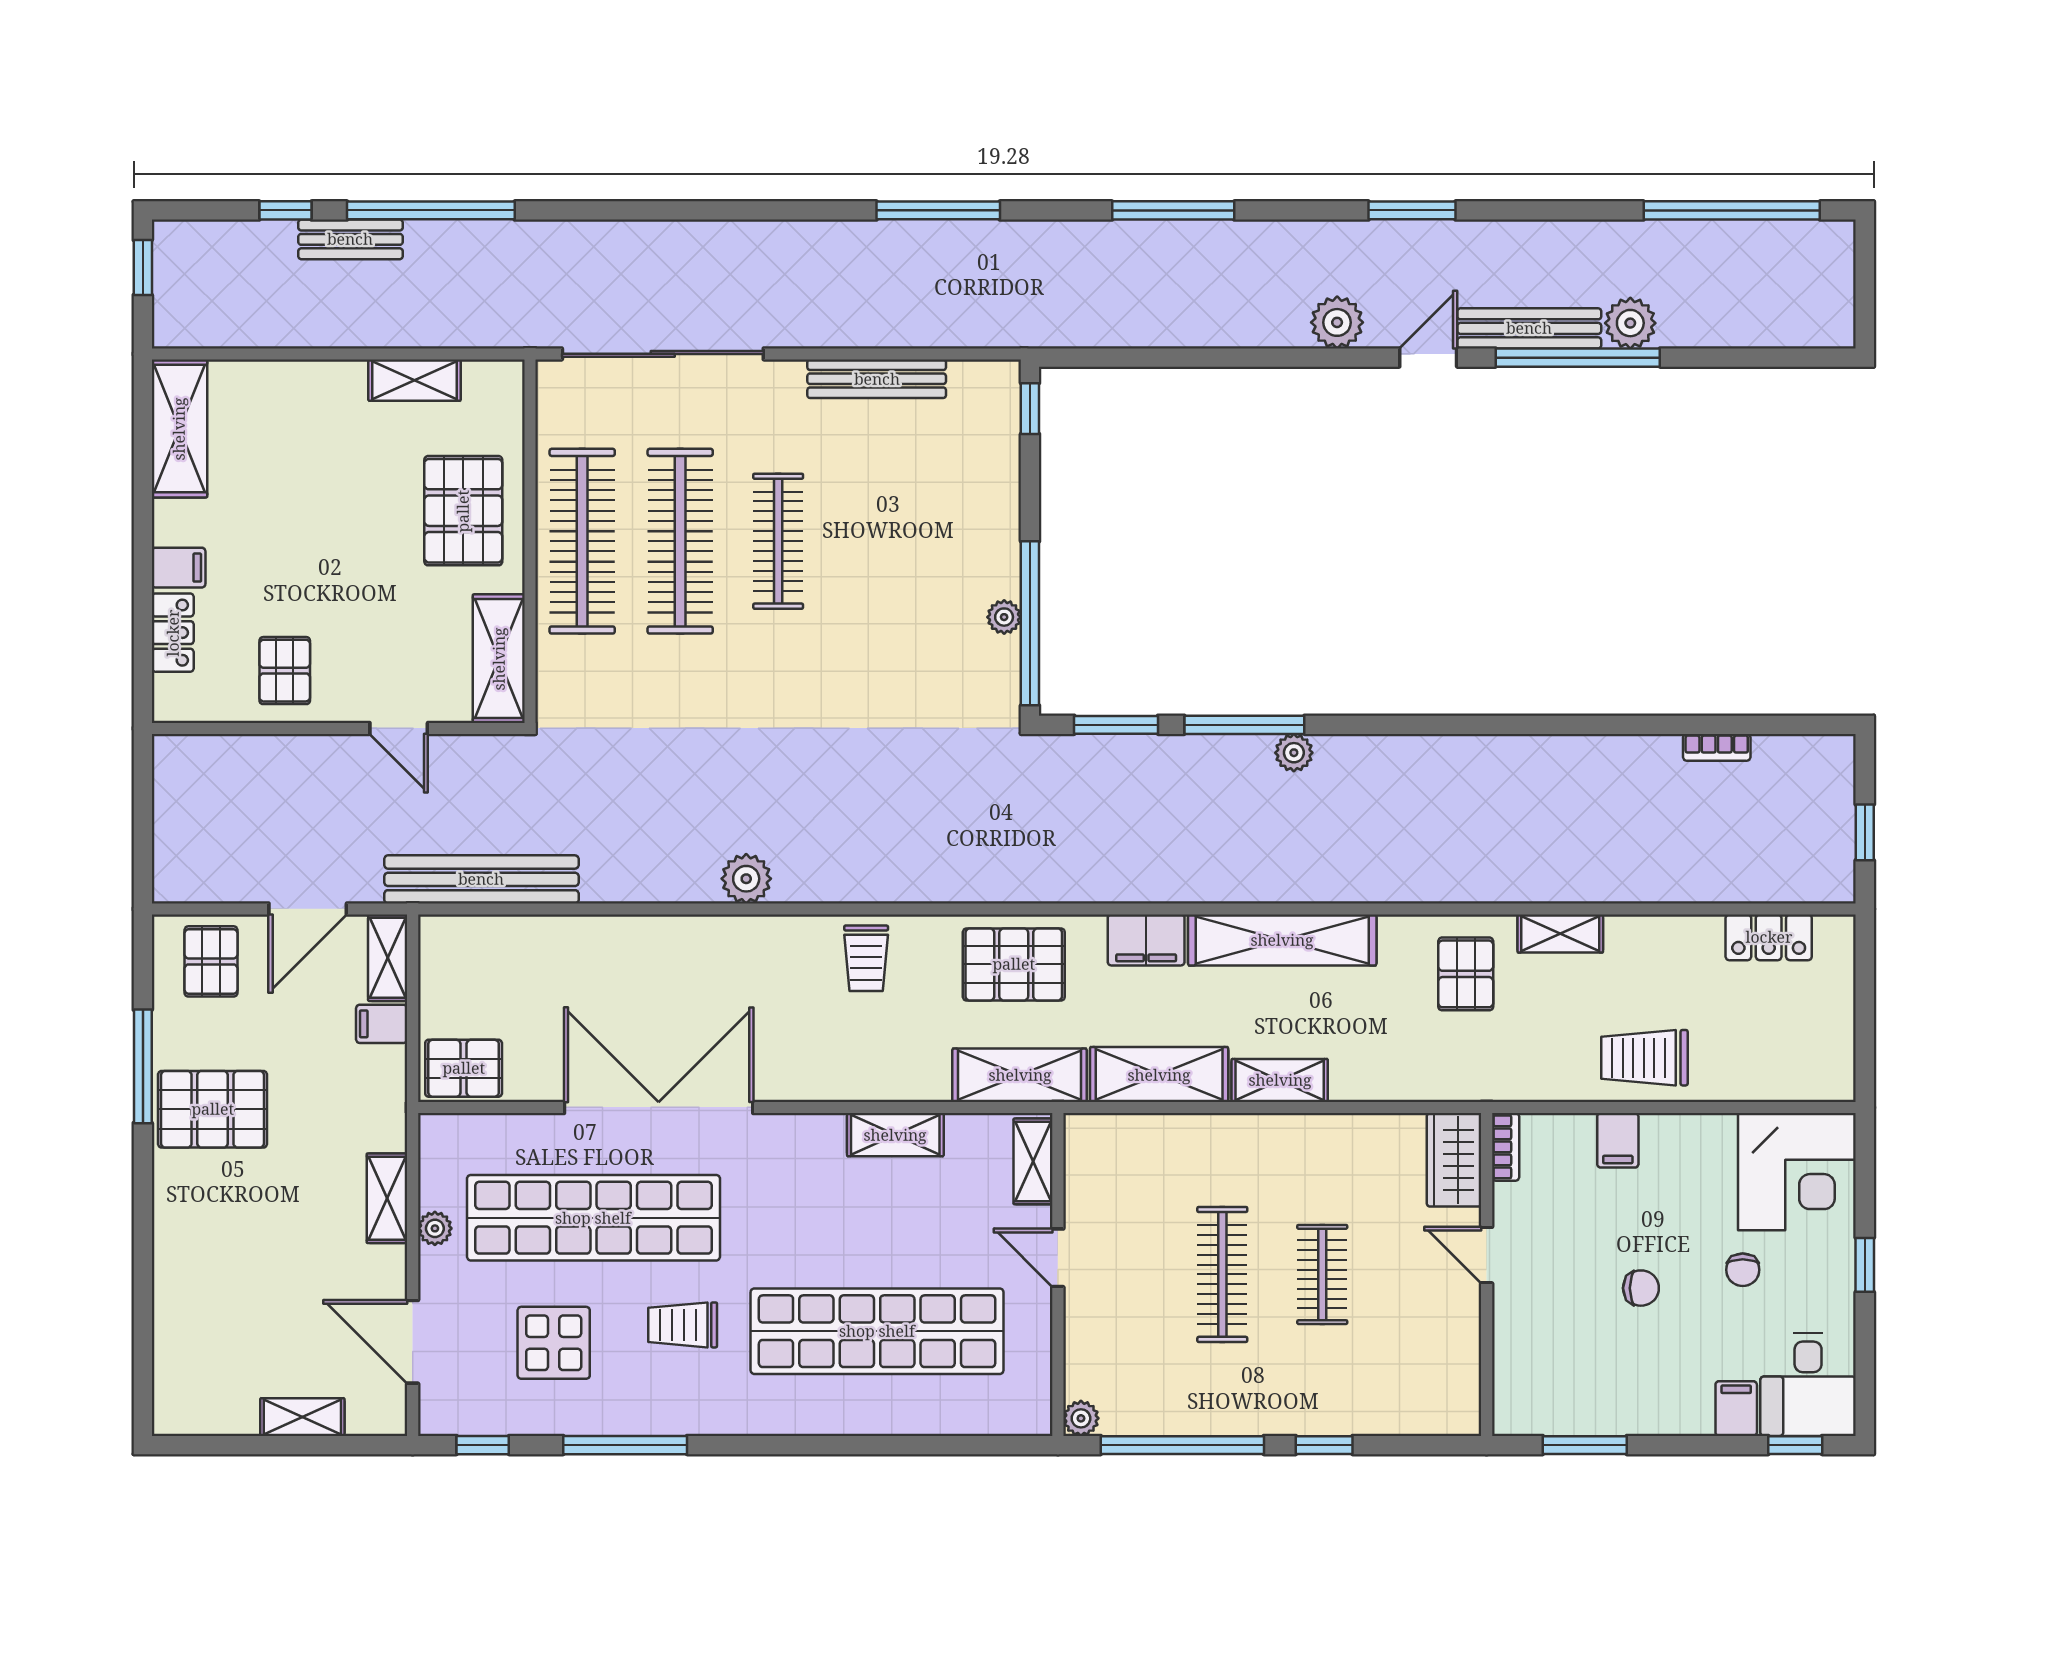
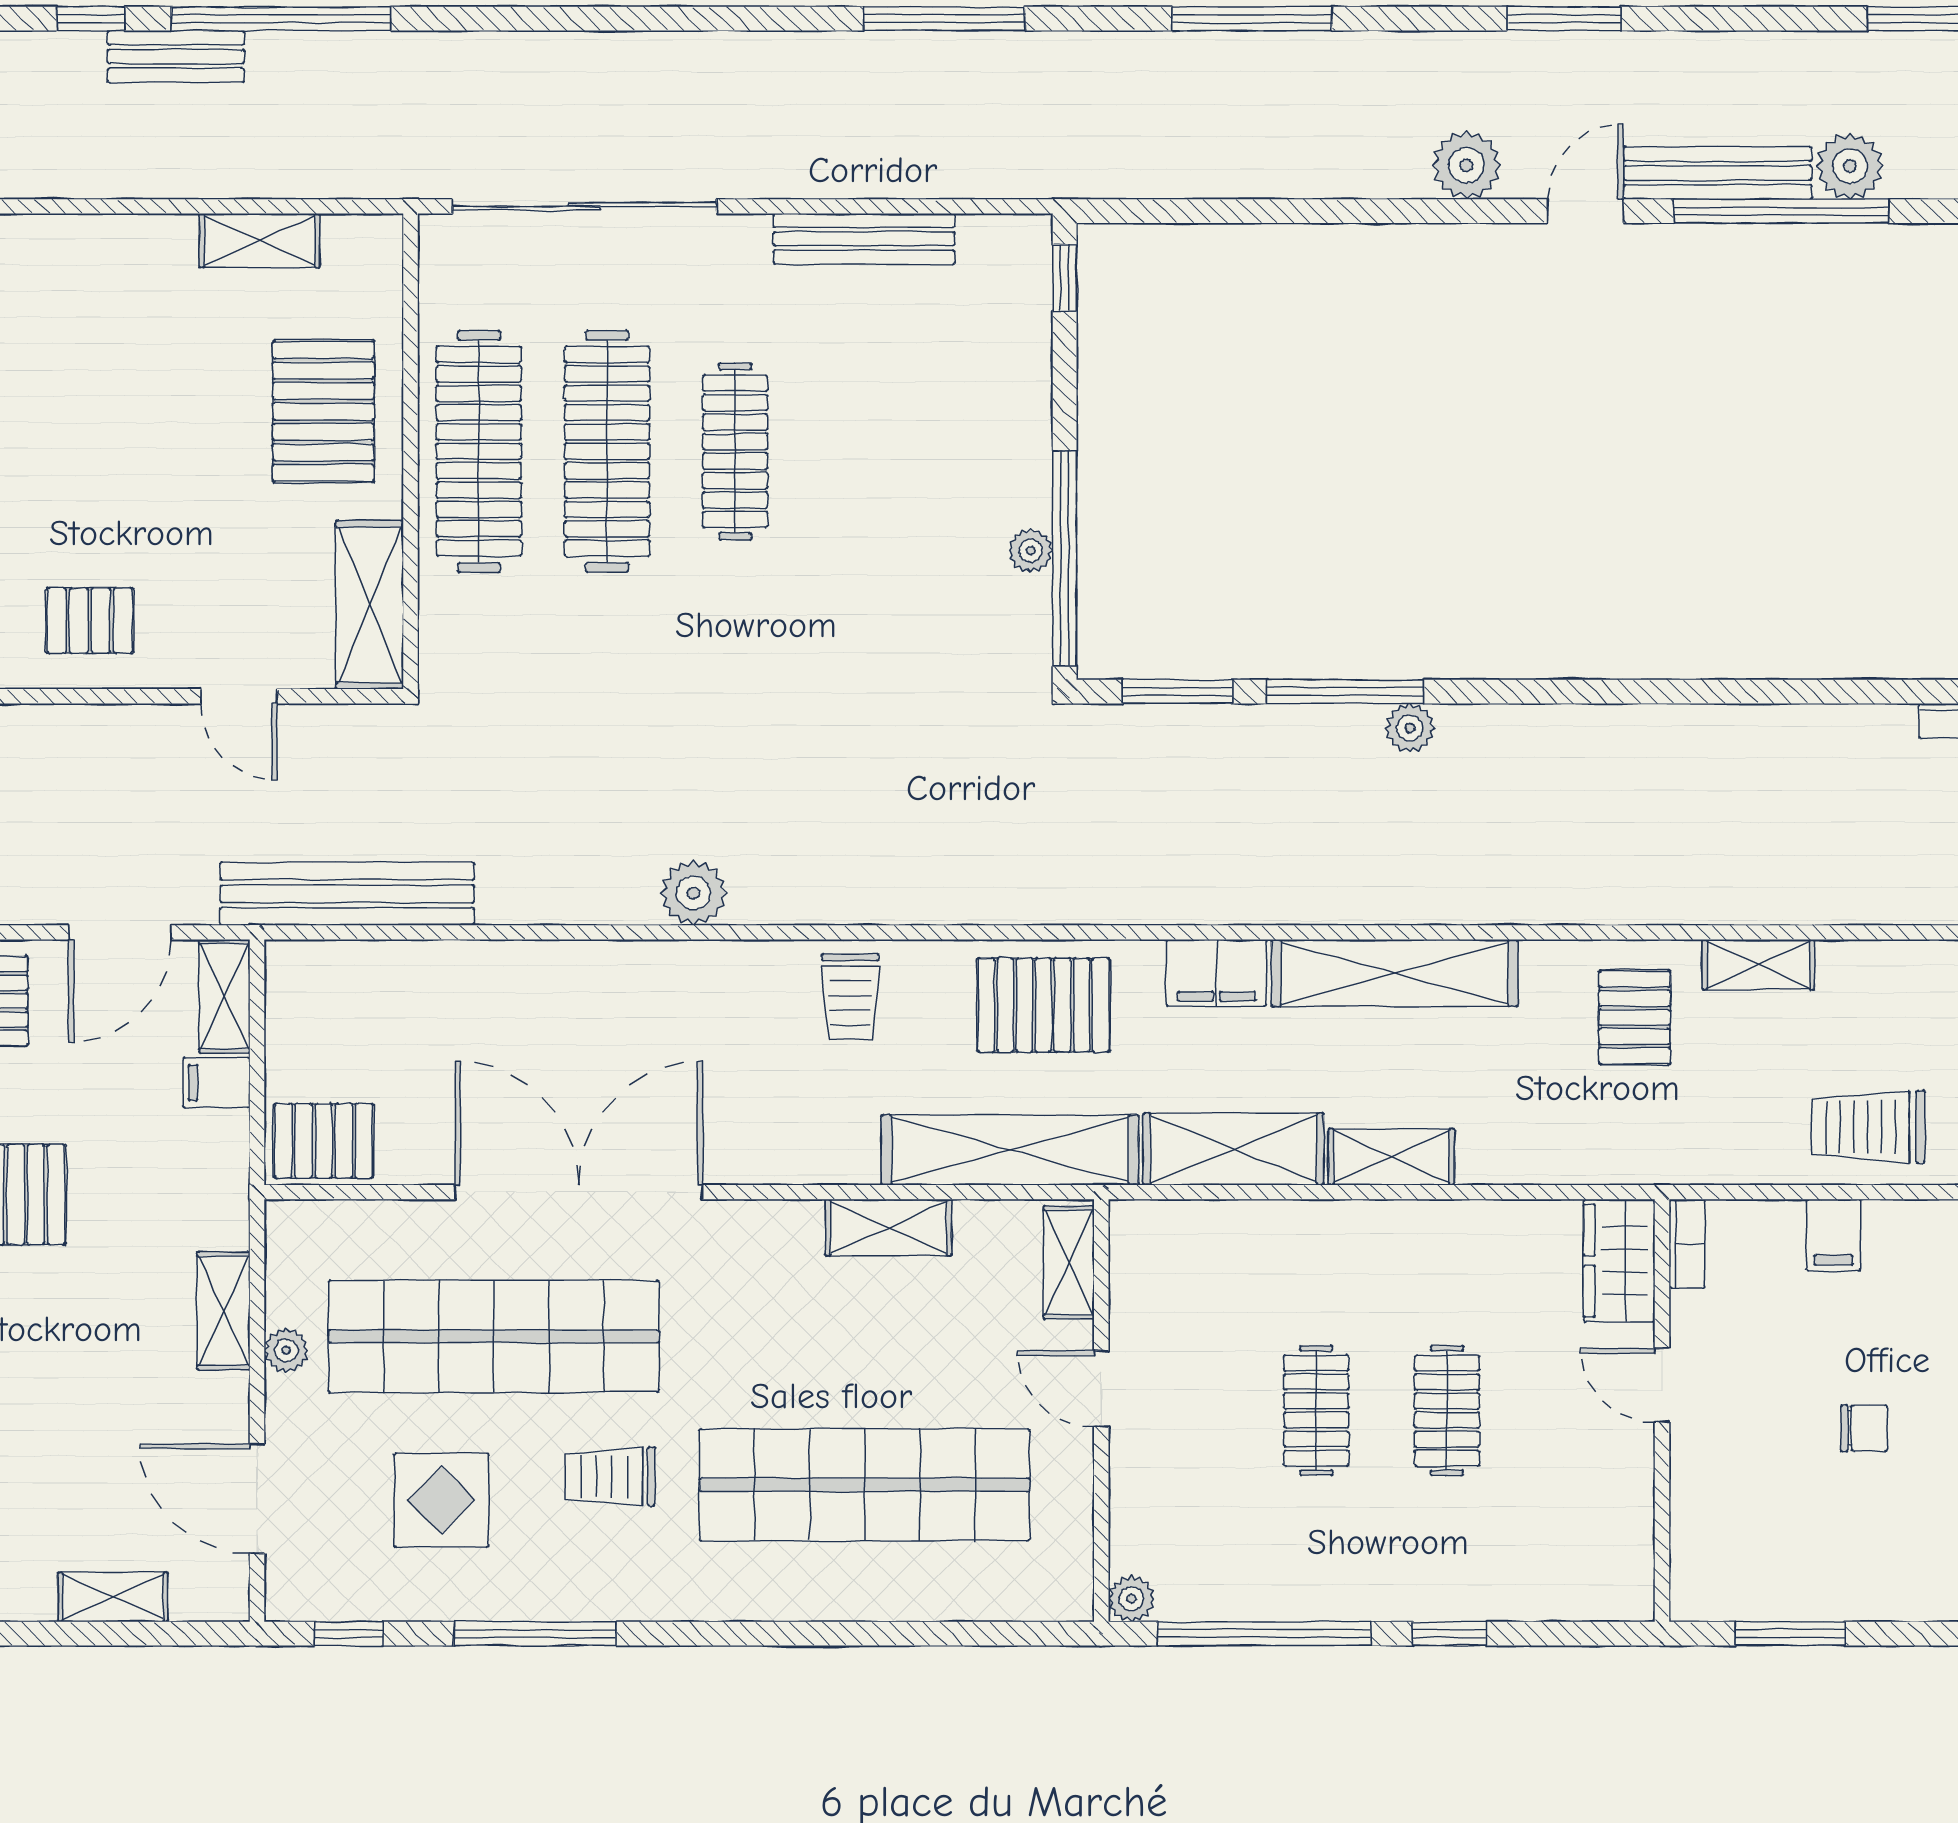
pallet: (285, 671) -> (90, 621), turned 90
shelving: (1020, 1075) -> (1010, 1150), width x1.47
clothes rail: (1222, 1274) -> (1316, 1411), width x0.73

